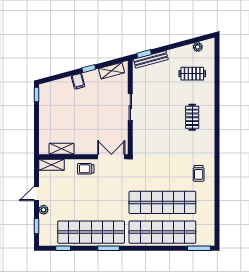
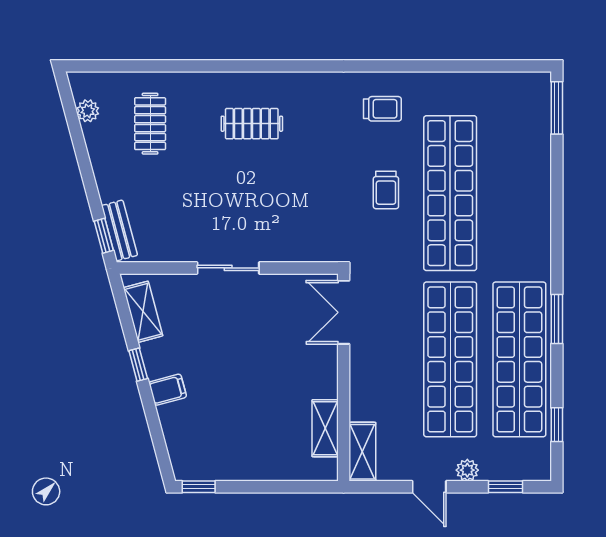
bench: (151, 59) -> (119, 230), width x0.73
trolley: (86, 169) -> (386, 190), moved
shop shelf: (162, 232) -> (450, 359), moved

